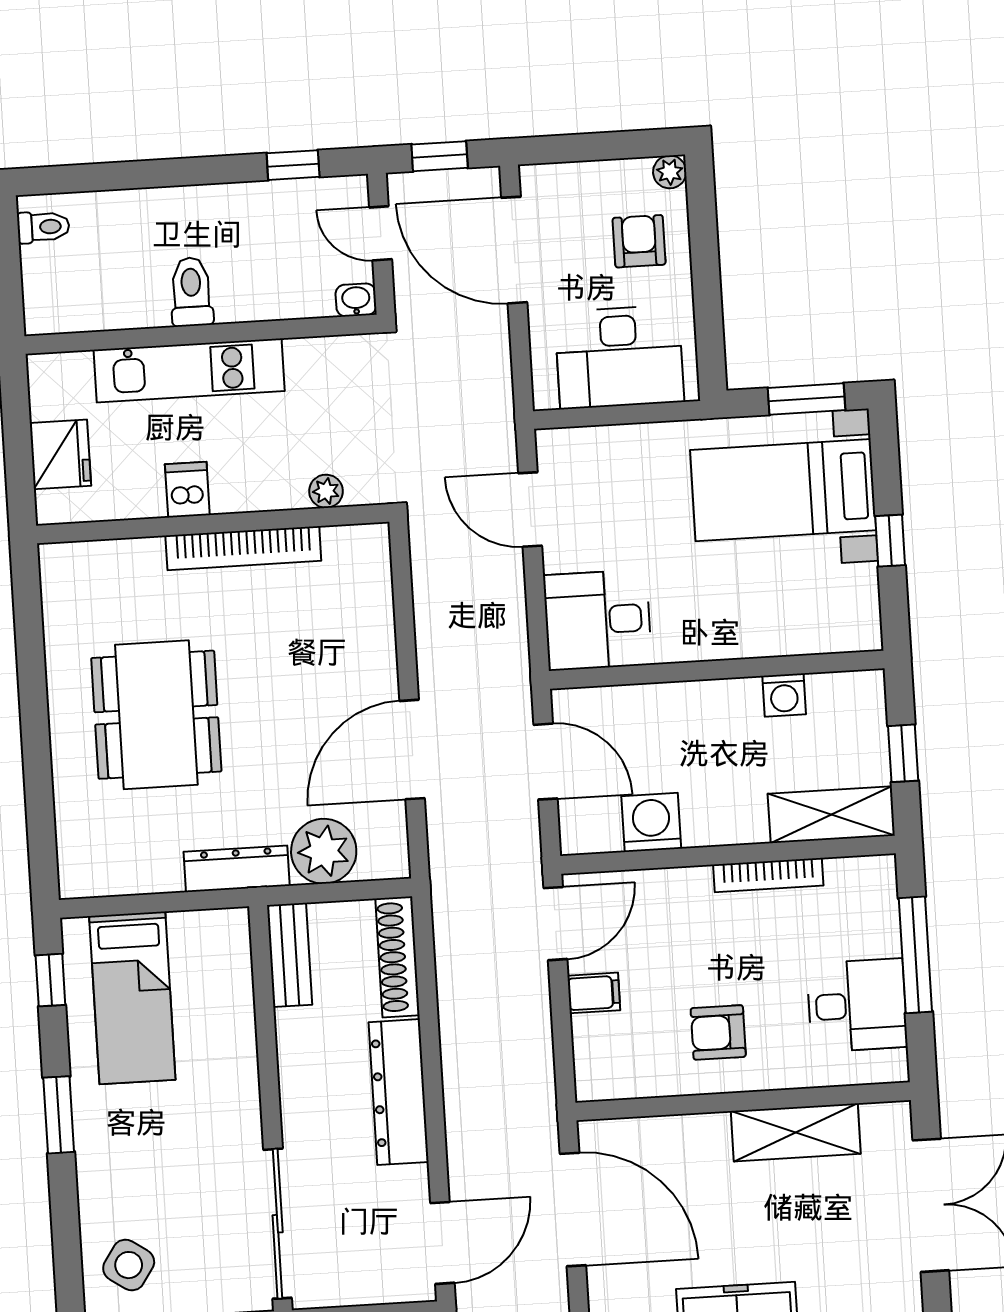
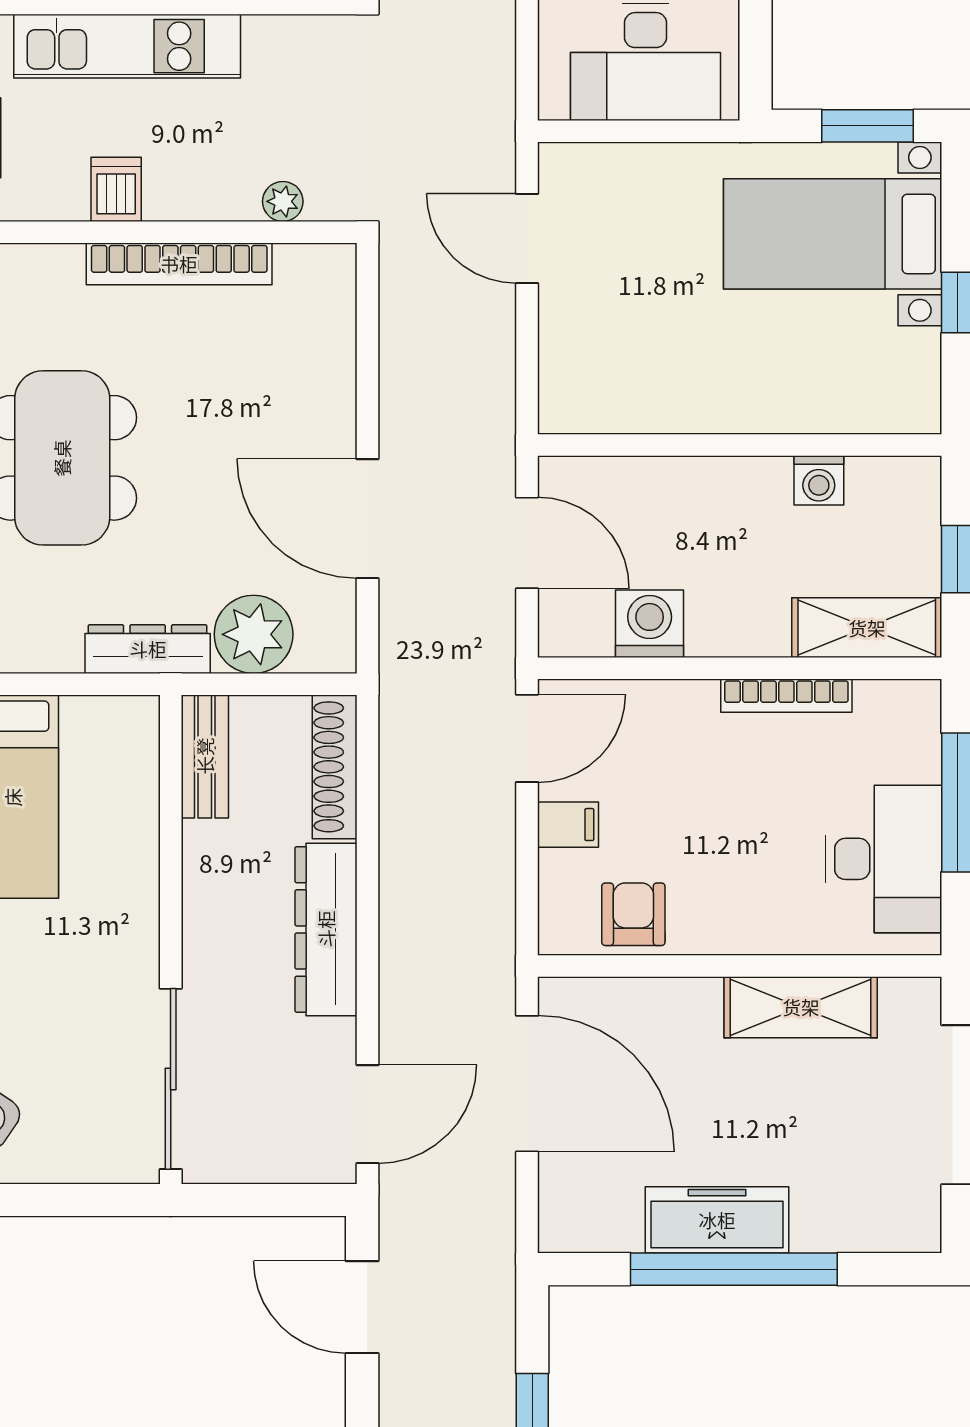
desk: (598, 620) -> (600, 376), removed
door: (412, 750) -> (367, 519), hinge flipped
desk: (857, 1005) -> (884, 859), width x1.37
armchair: (718, 1032) -> (633, 914), moved, turned 90

